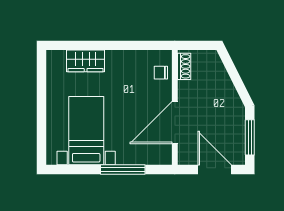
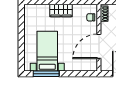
wardrobe: (86, 61) -> (61, 10), moved
window: (123, 169) -> (46, 74), moved

